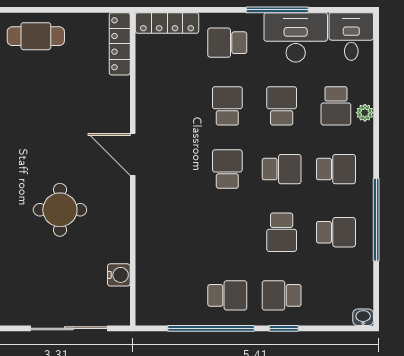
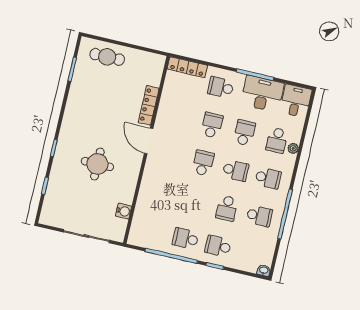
locker: (120, 44) -> (149, 105), moved
school desk: (227, 295) -> (186, 238), turned 180

